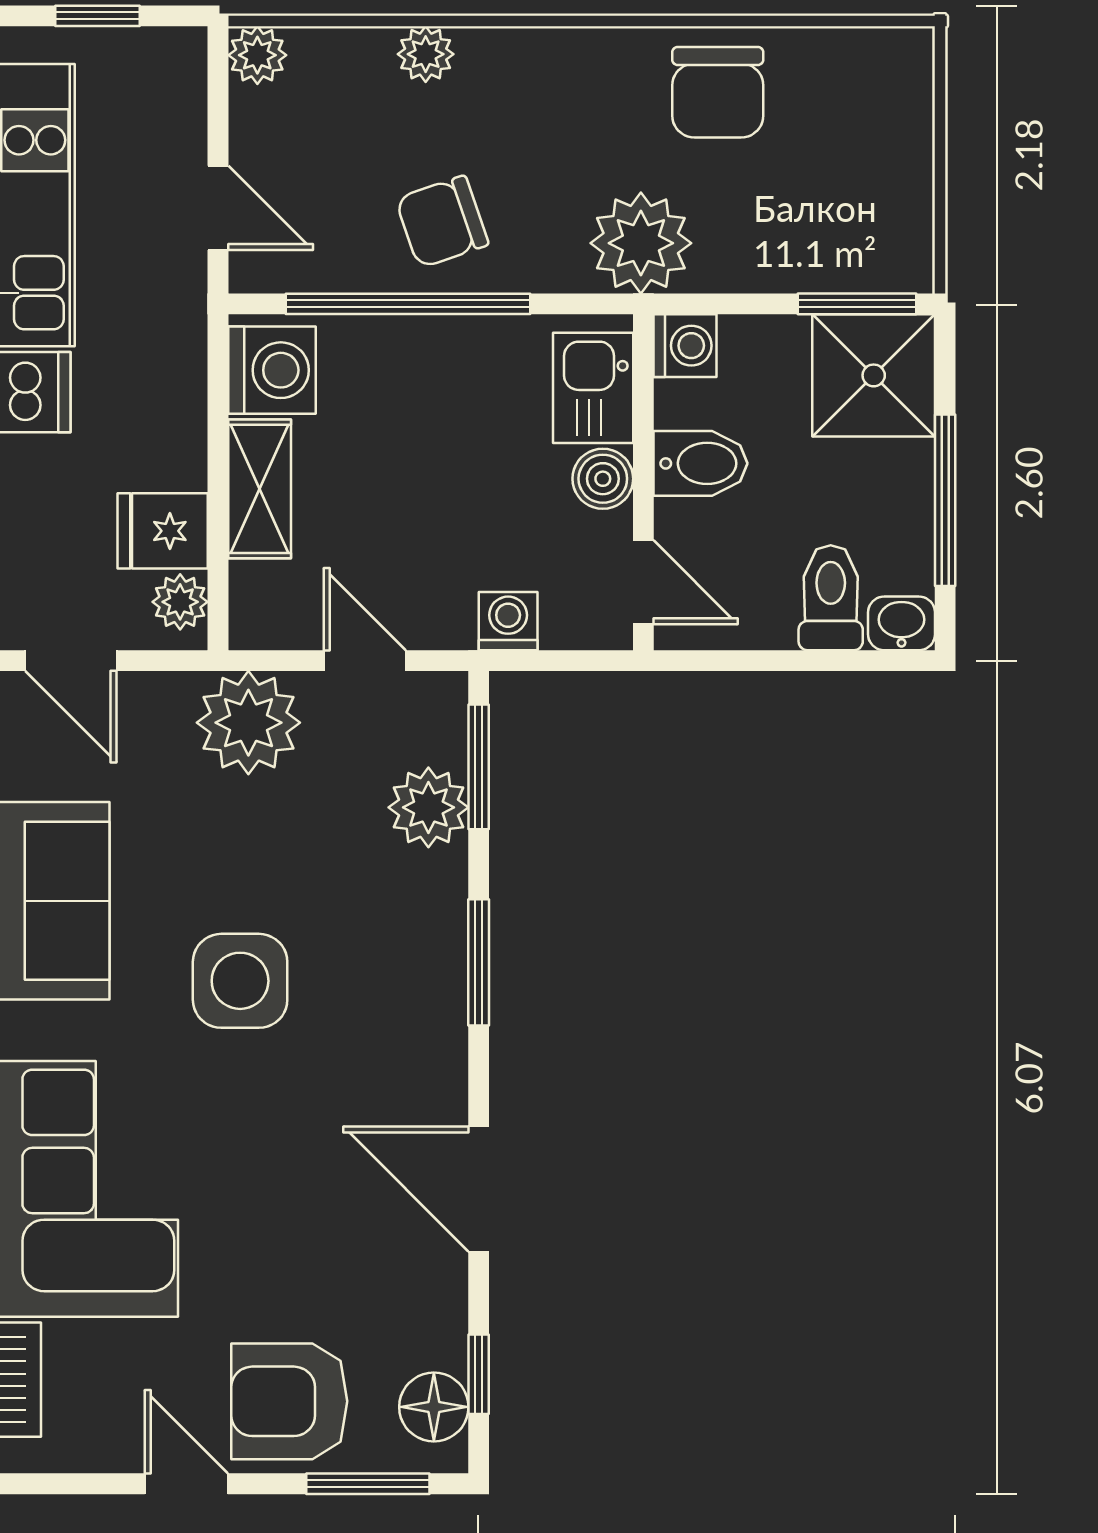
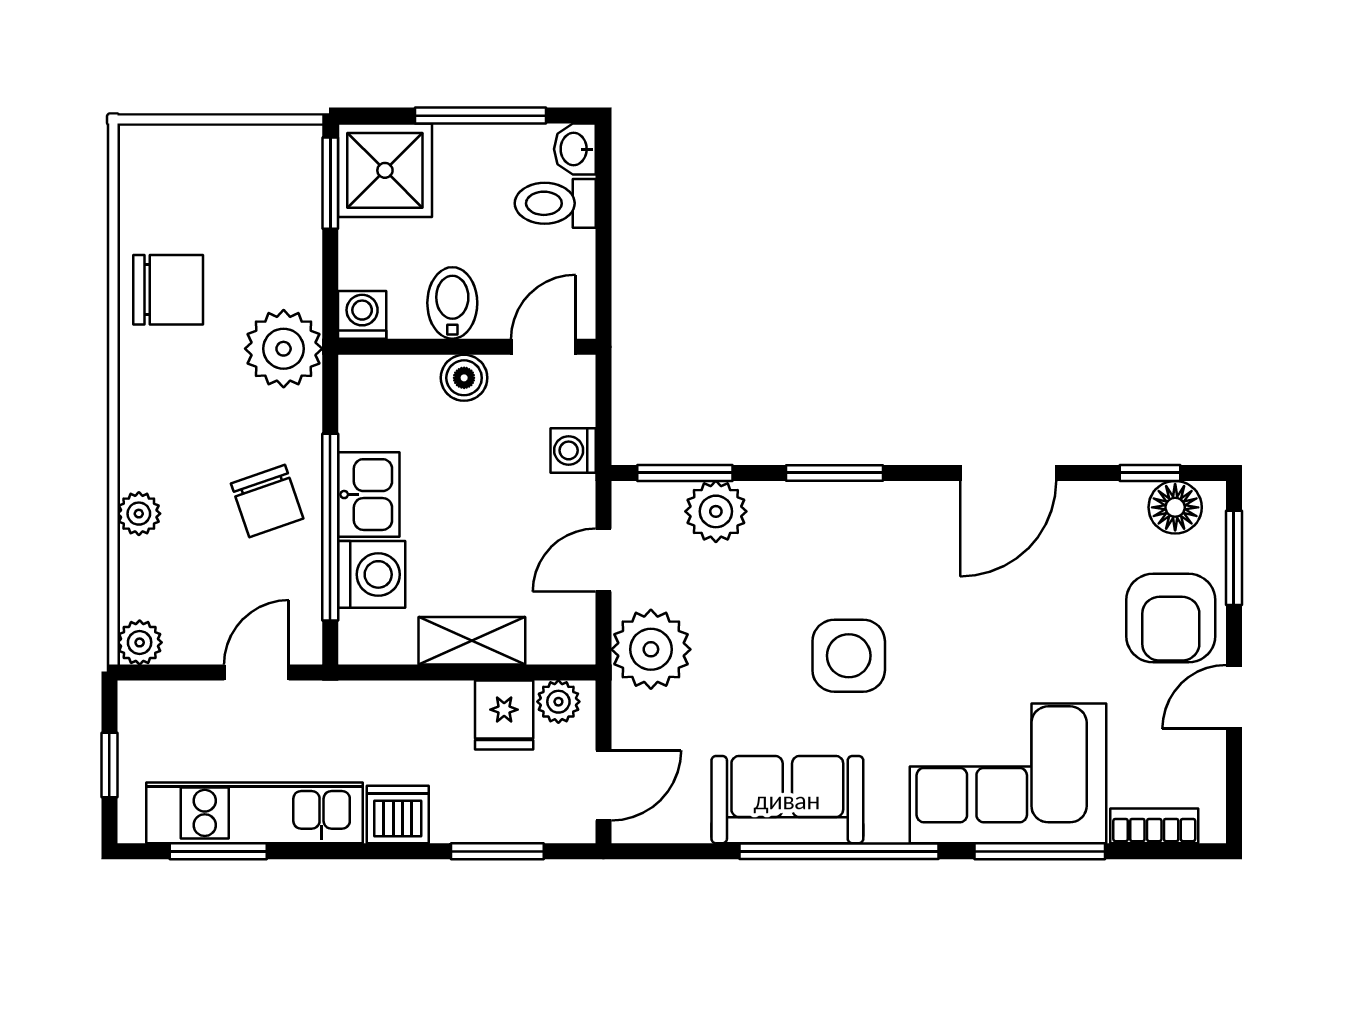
washing machine: (272, 370) -> (372, 574), moved, turned 90
kitchen sink: (593, 388) -> (369, 495), moved, turned -90

